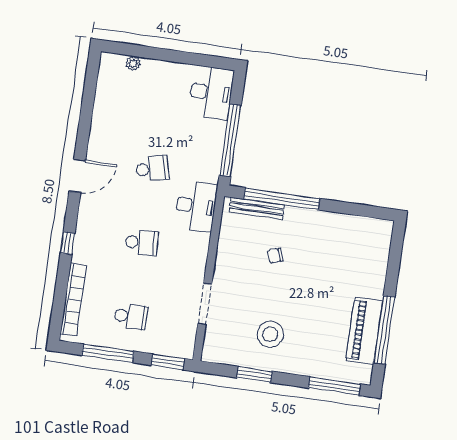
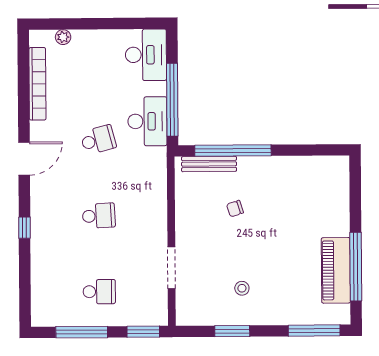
desk: (196, 206) -> (147, 121), moved
bookcase: (73, 299) -> (37, 84), moved
stool: (270, 334) -> (242, 288), width x0.53, depth x0.53

